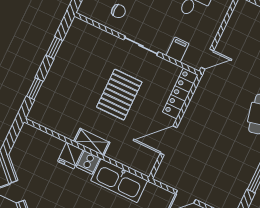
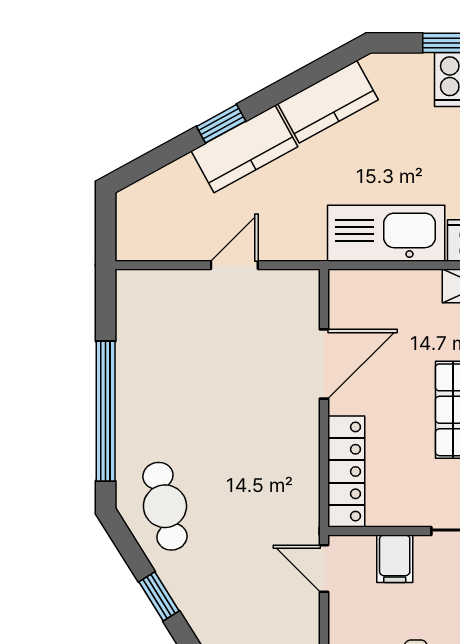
door: (207, 59) -> (324, 568), hinge flipped

